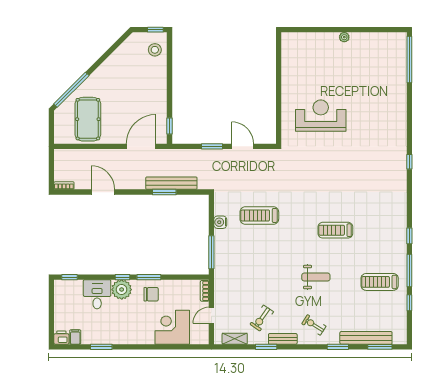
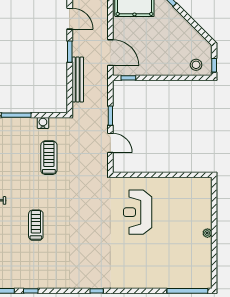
reception desk: (321, 116) -> (138, 212), turned 180
door: (243, 146) -> (110, 143), hinge flipped
door: (103, 192) -> (70, 19), hinge flipped
window: (164, 192) -> (70, 52), moved

